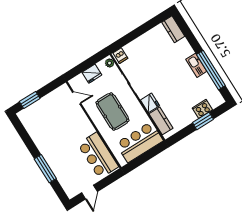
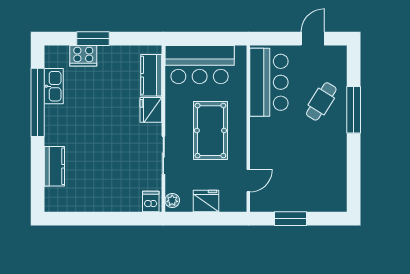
kitchen counter: (173, 29) -> (54, 166), moved
kitchen sink: (196, 65) -> (54, 86), moved
door: (77, 98) -> (248, 181), swing flipped
window: (30, 100) -> (291, 219), moved
cafe table: (65, 162) -> (321, 101), added

